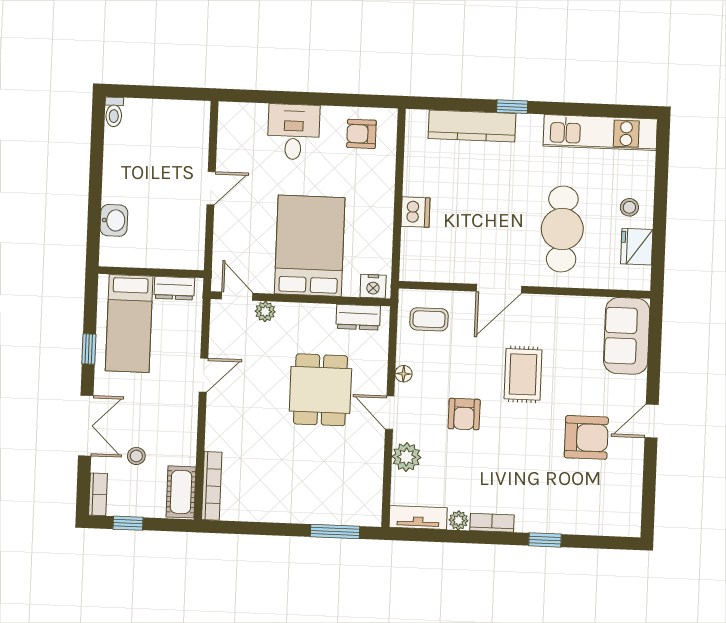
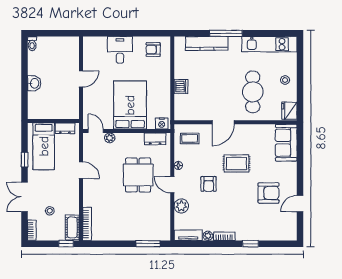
window: (512, 107) -> (226, 33), width x2.17
washbasin: (114, 220) -> (34, 83), moved
fridge: (637, 247) -> (289, 111), moved
rug: (523, 374) -> (236, 163), turned 90
door: (204, 375) -> (81, 170), hinge flipped
door: (652, 421) -> (300, 204), moved
double door: (86, 426) -> (25, 197), swing flipped
window: (128, 523) -> (66, 244), moved

